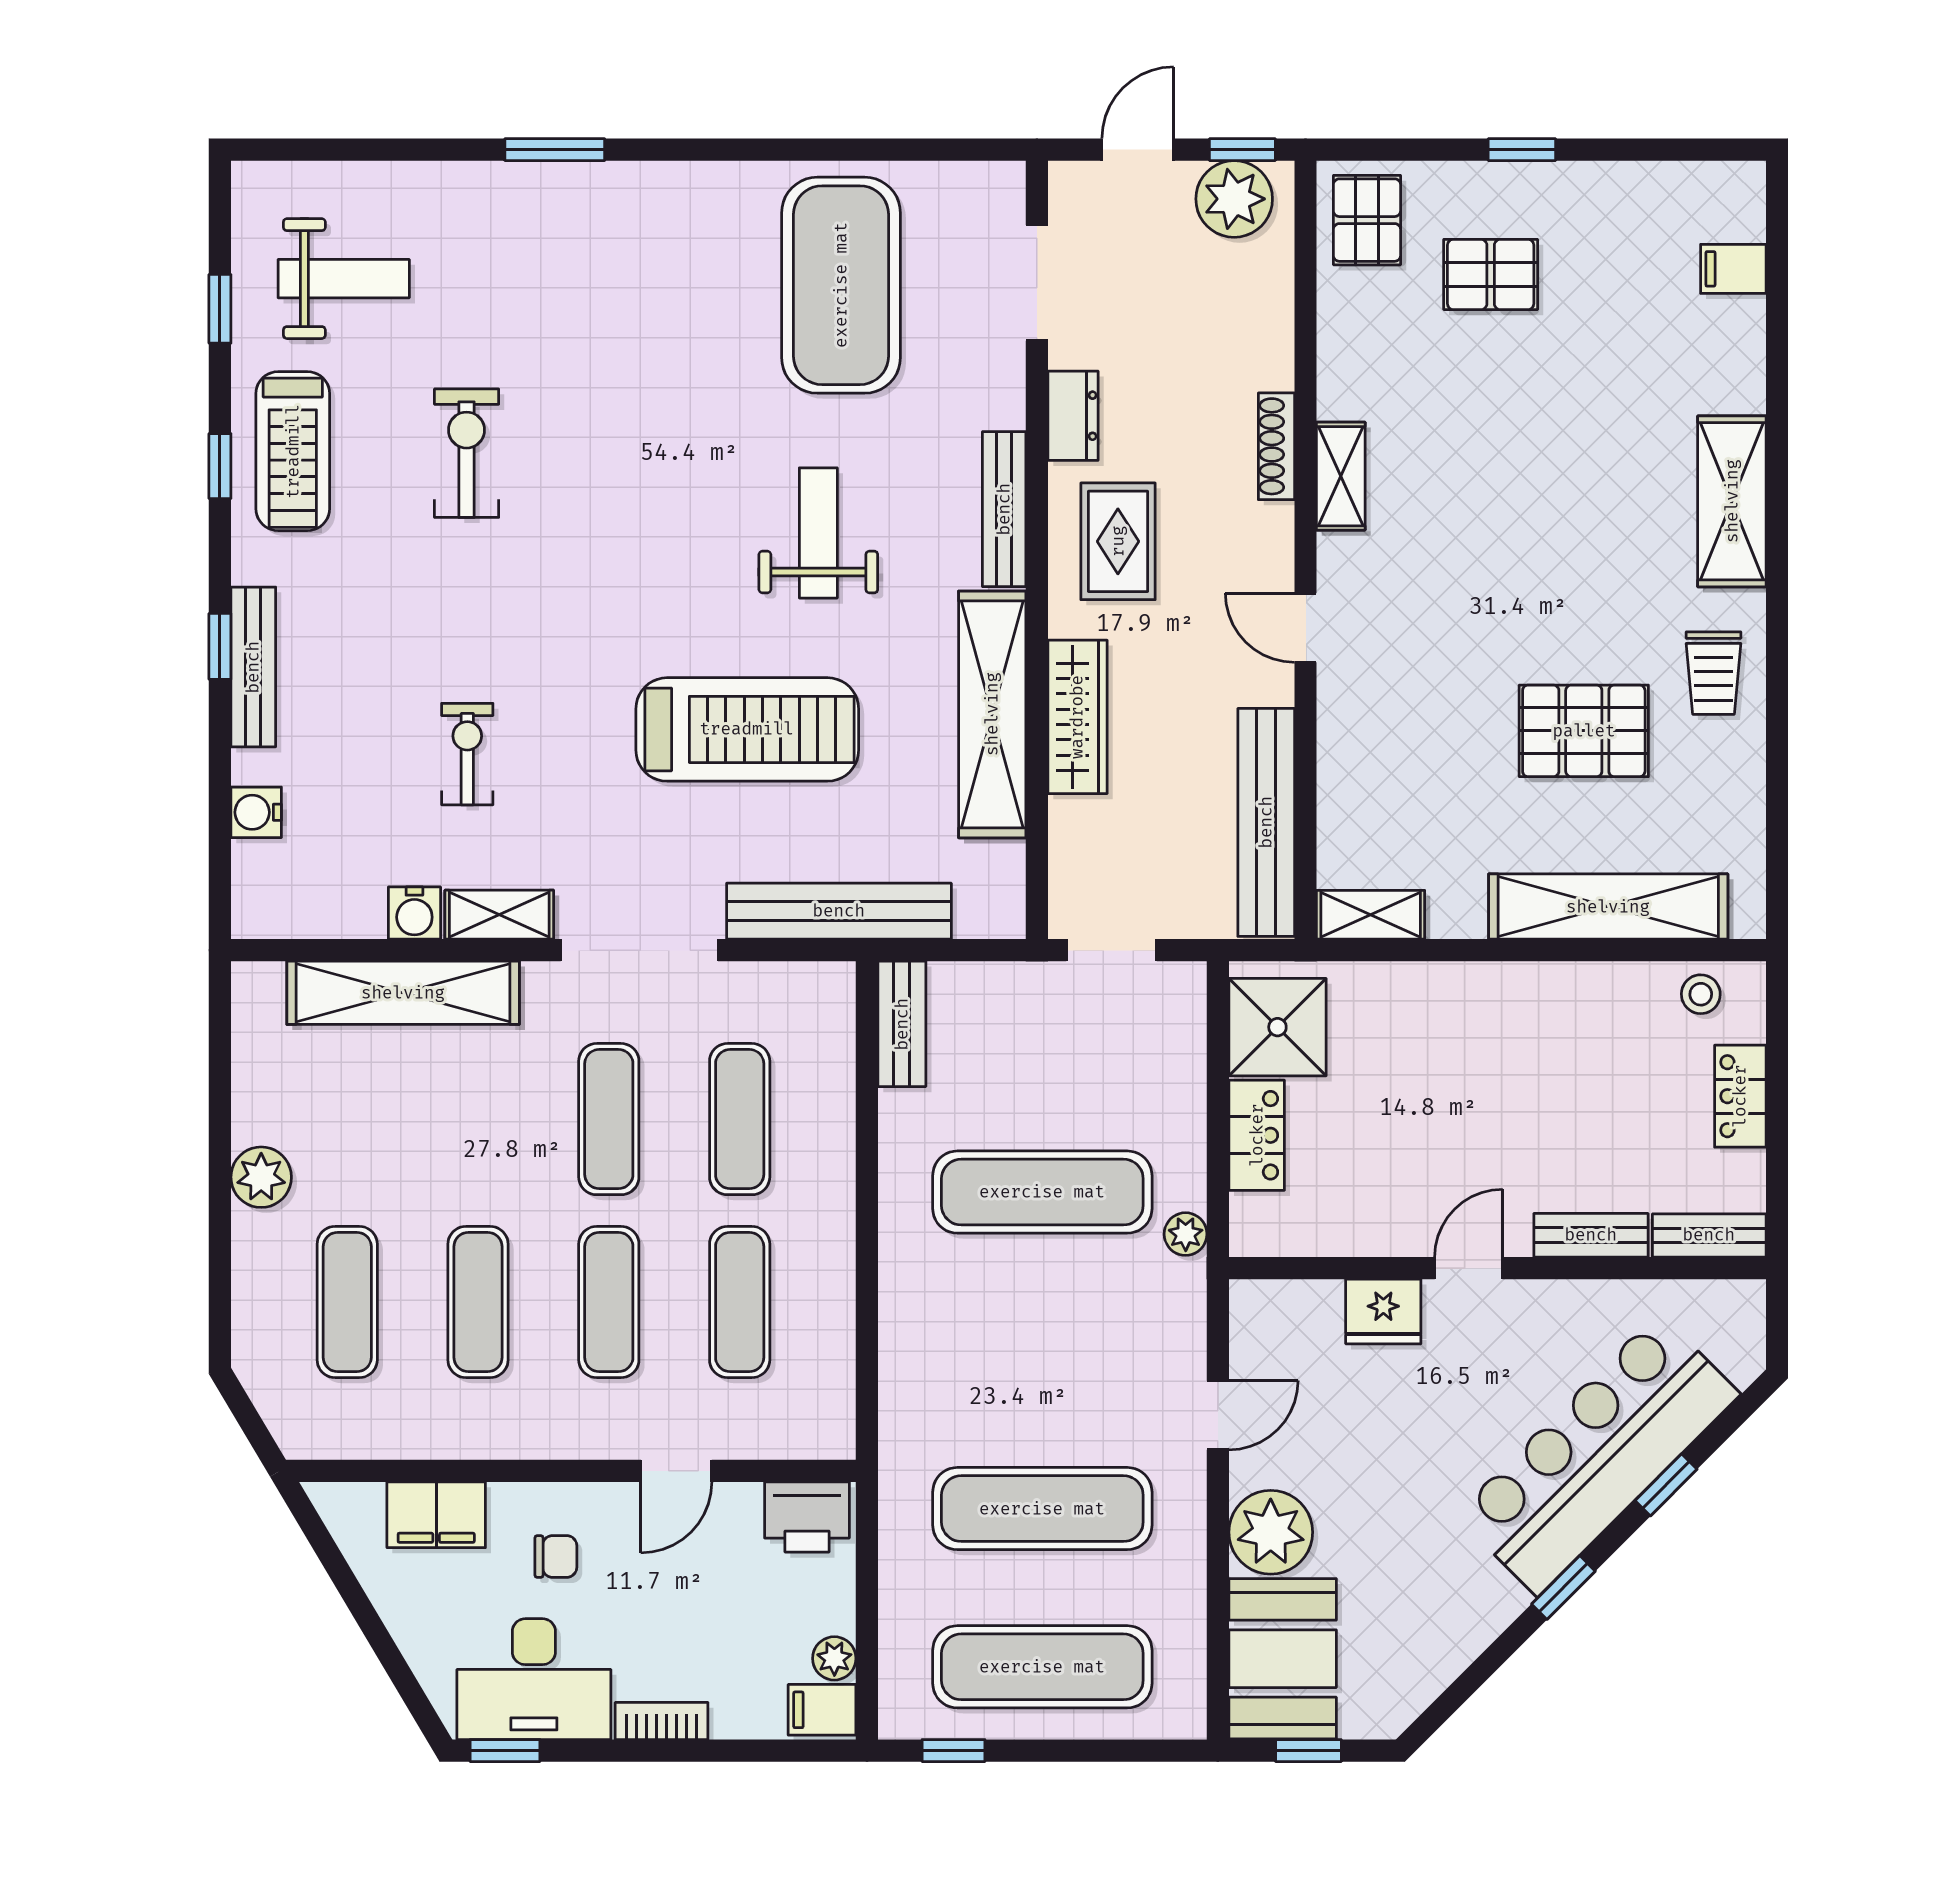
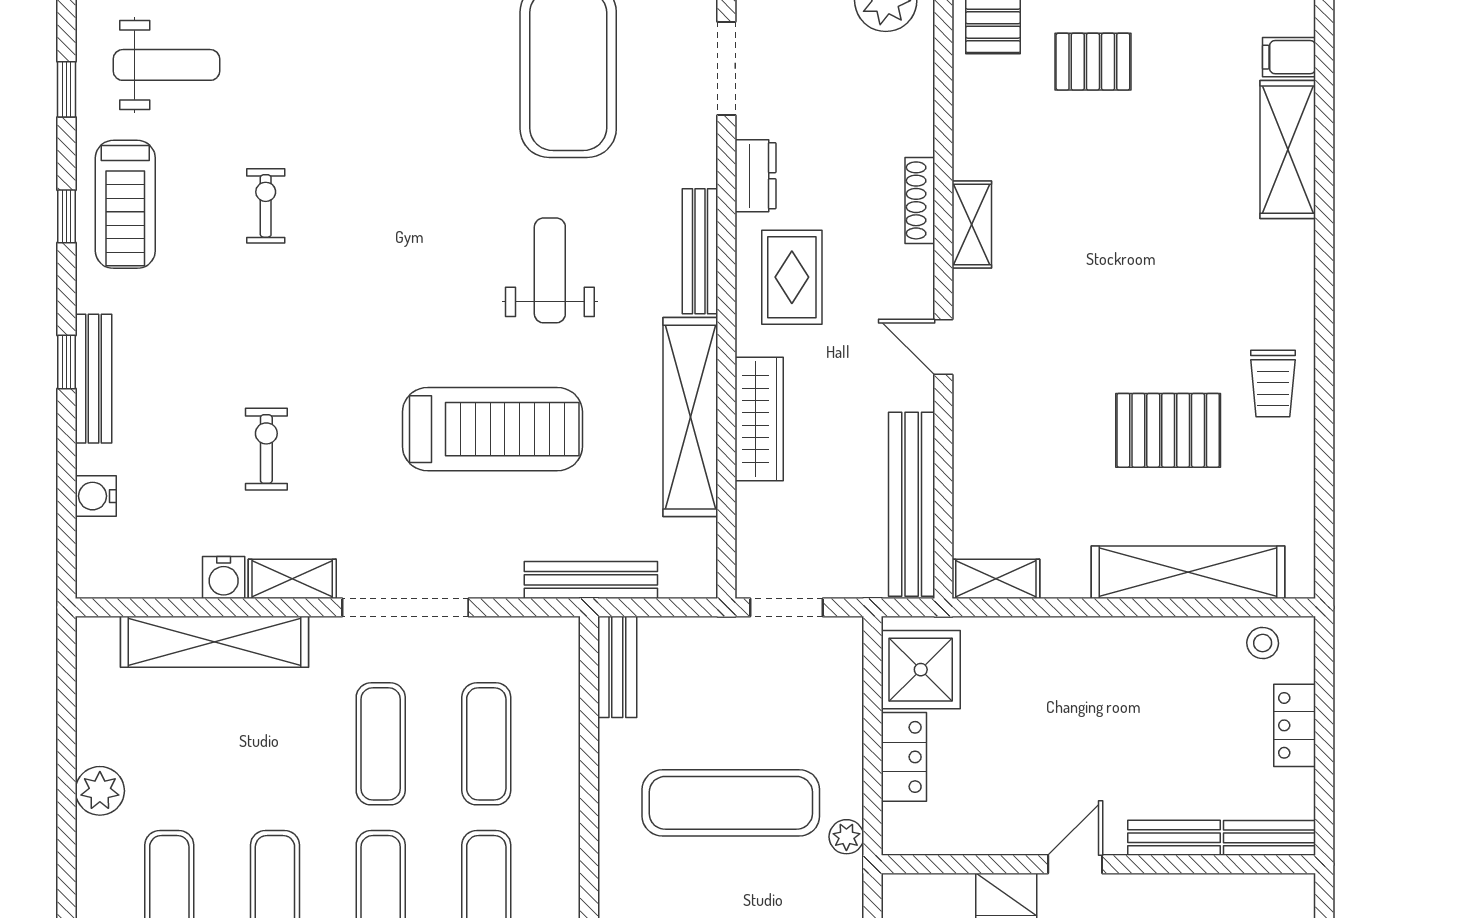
exercise bike: (467, 453) -> (266, 206), width x0.73, depth x0.72
shelving: (1732, 501) -> (1288, 150), moved
bench: (839, 911) -> (591, 580), width x0.73, depth x0.82

